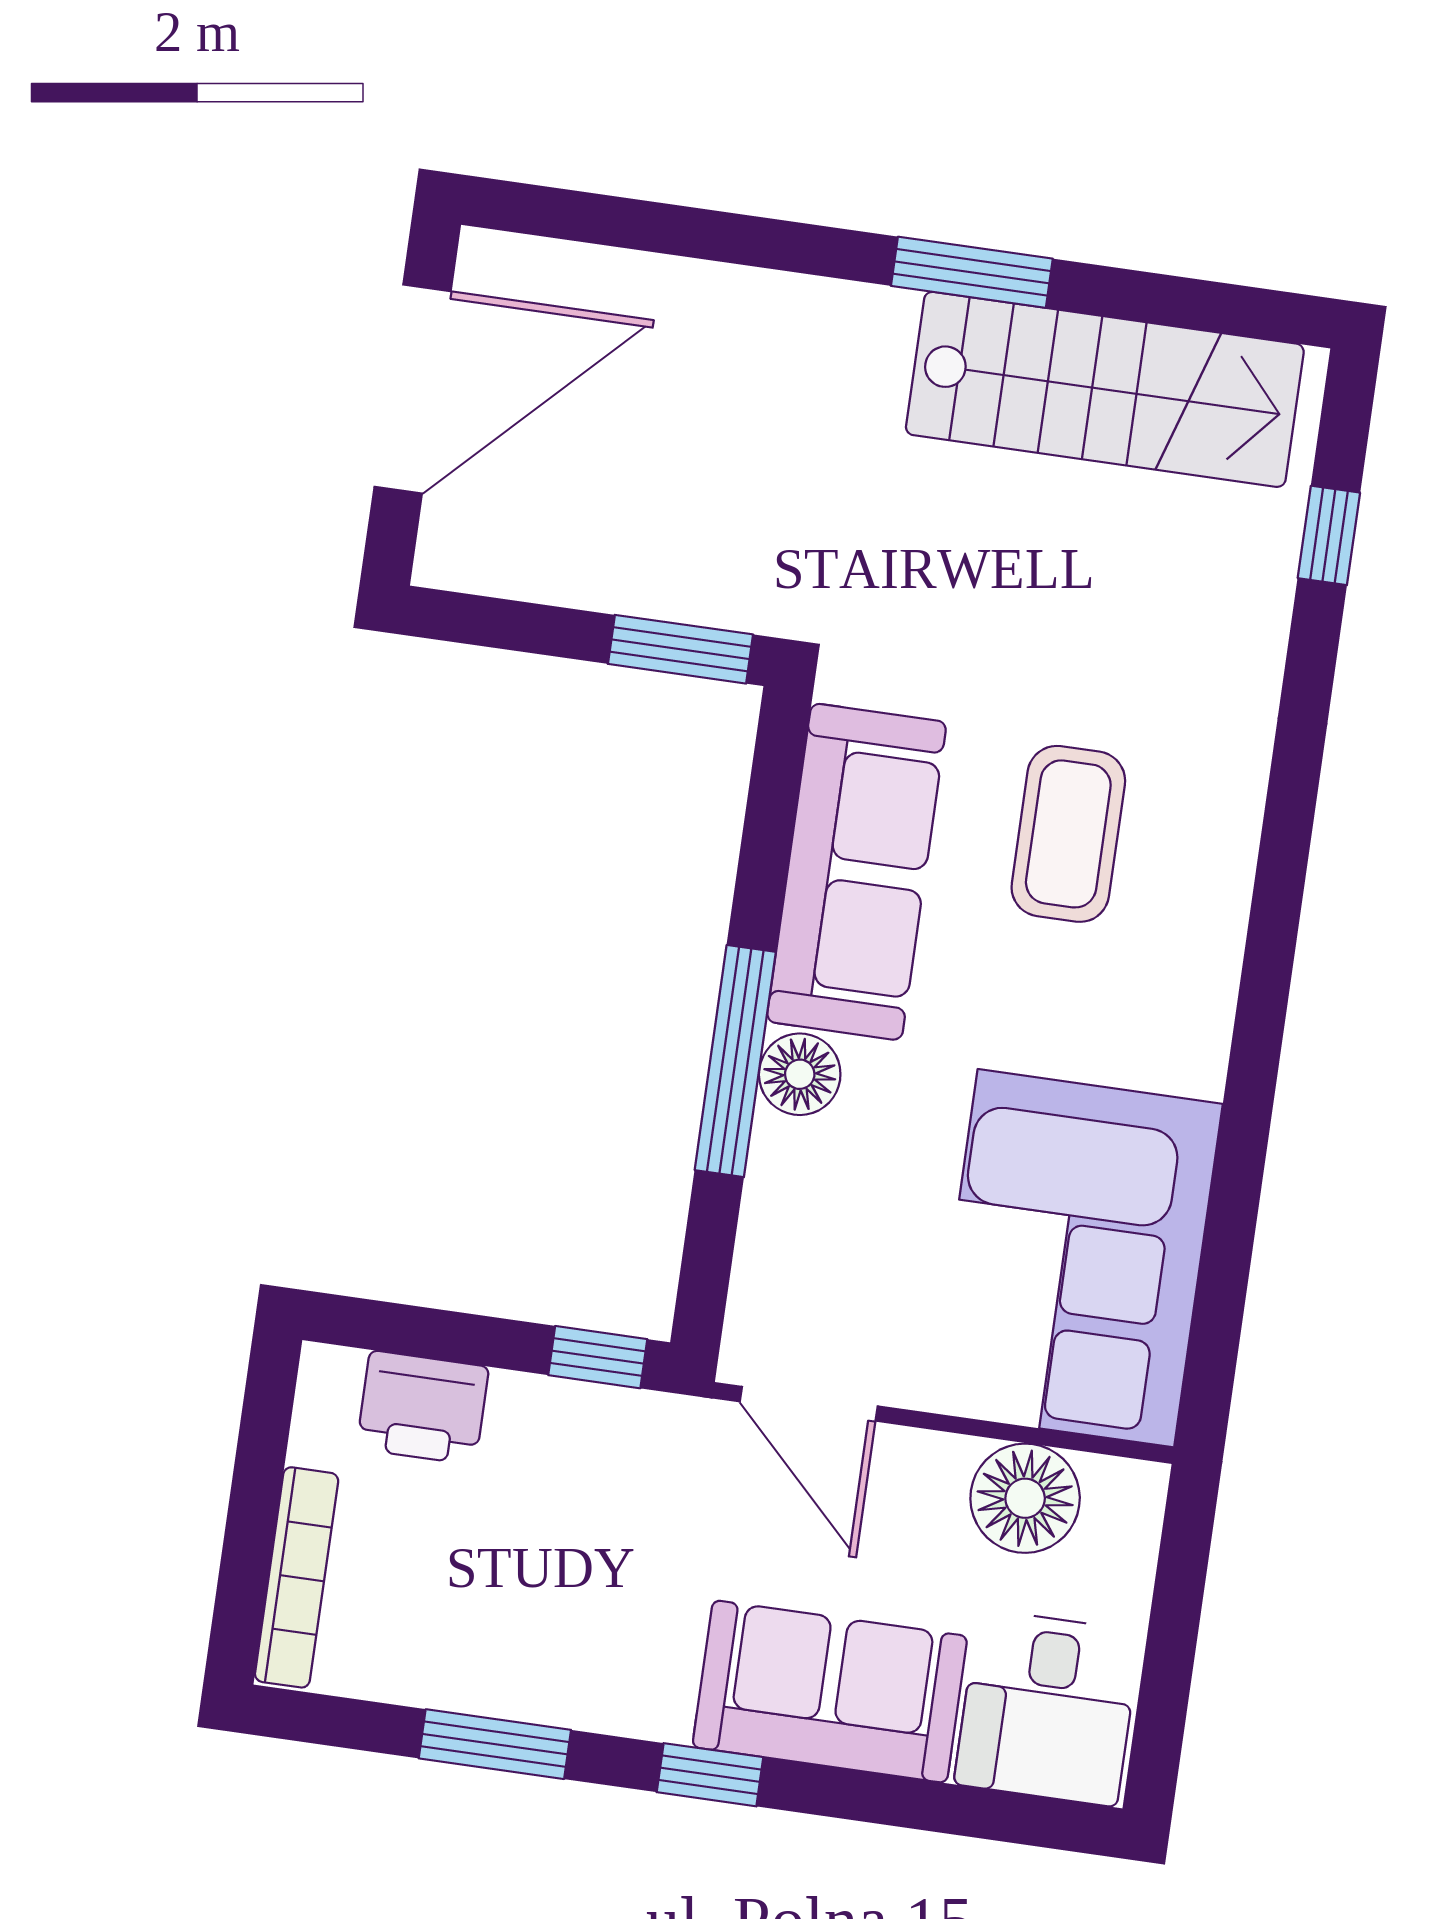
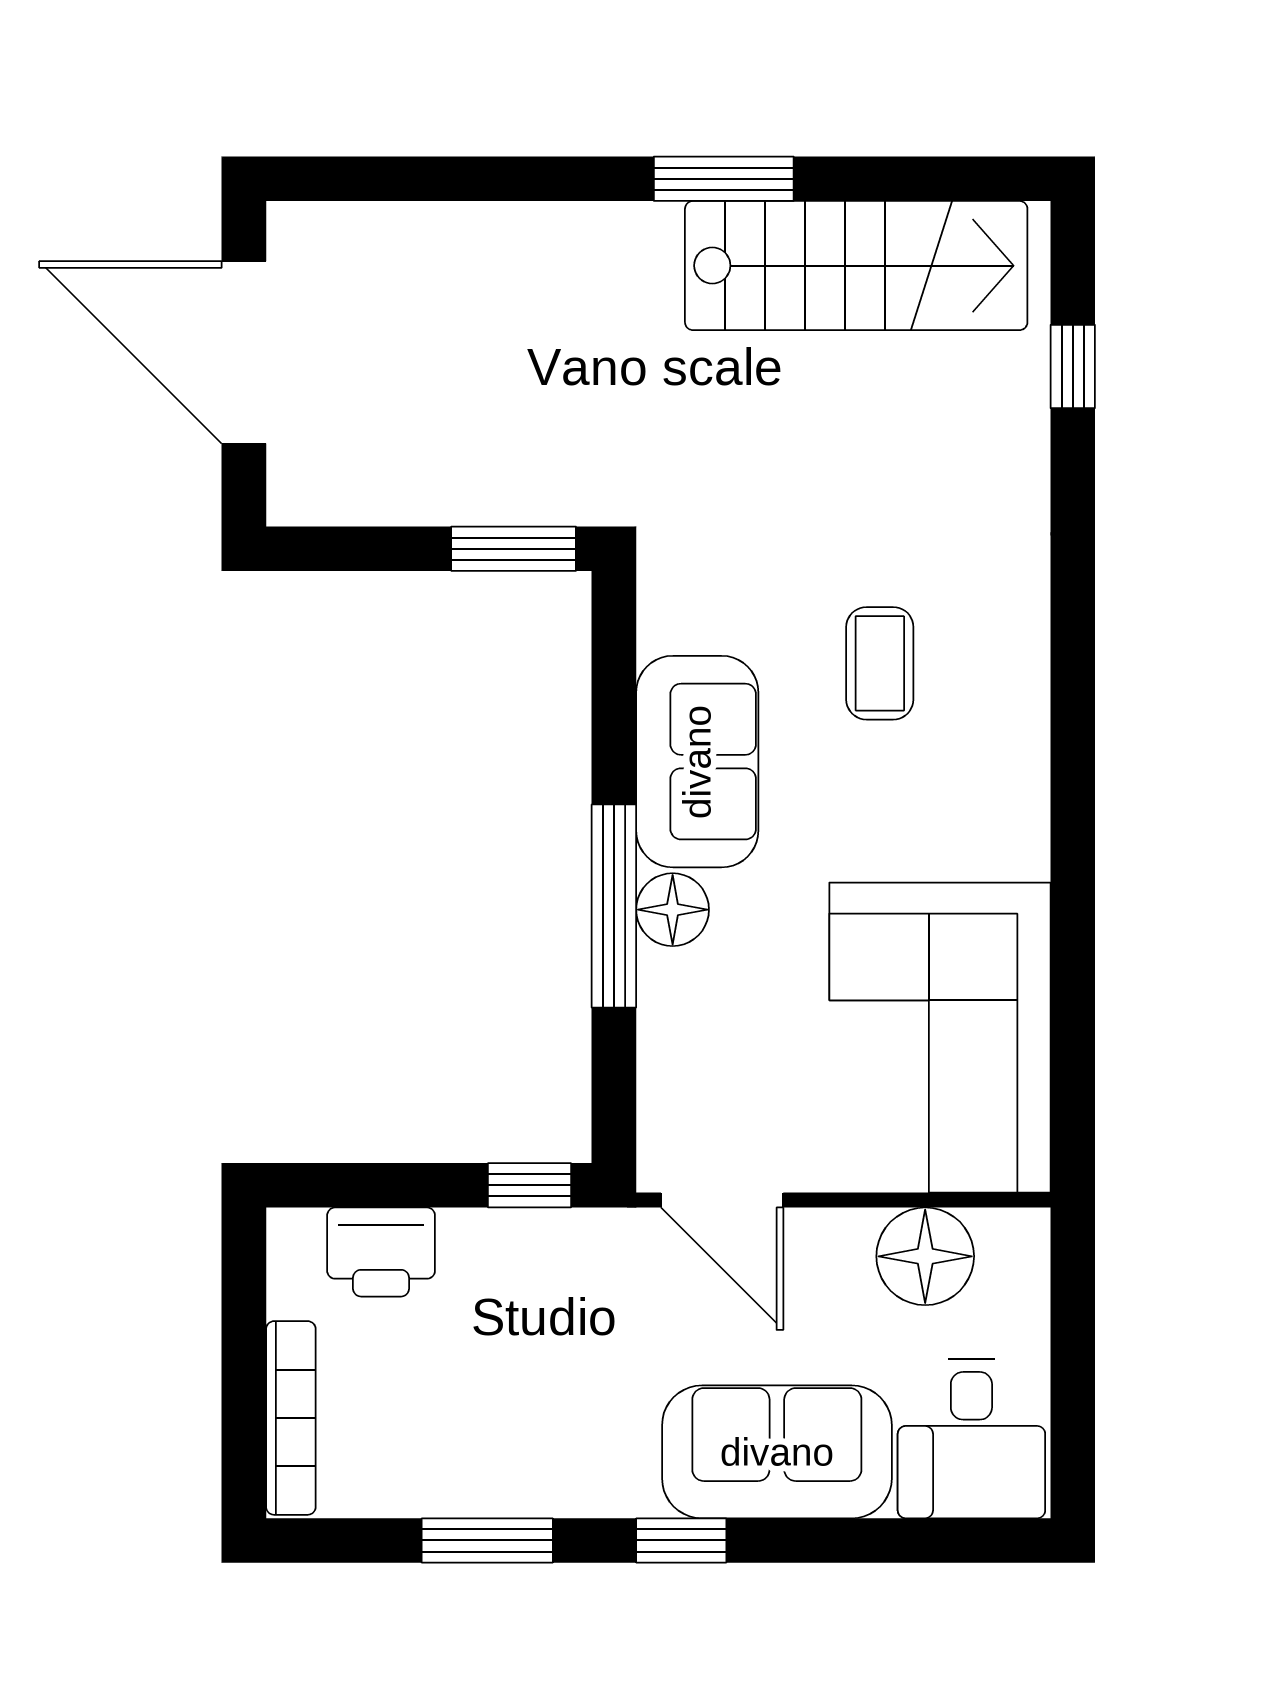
door: (413, 389) -> (244, 352), swing flipped
coffee table: (1068, 834) -> (880, 663), width x0.73, depth x0.77
sofa: (856, 872) -> (697, 762), width x0.73

